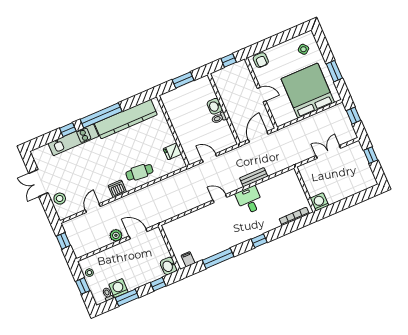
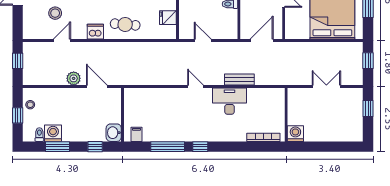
stool: (60, 199) -> (55, 13), moved
desk: (249, 200) -> (230, 101), width x1.37
window: (259, 241) -> (200, 147), moved

